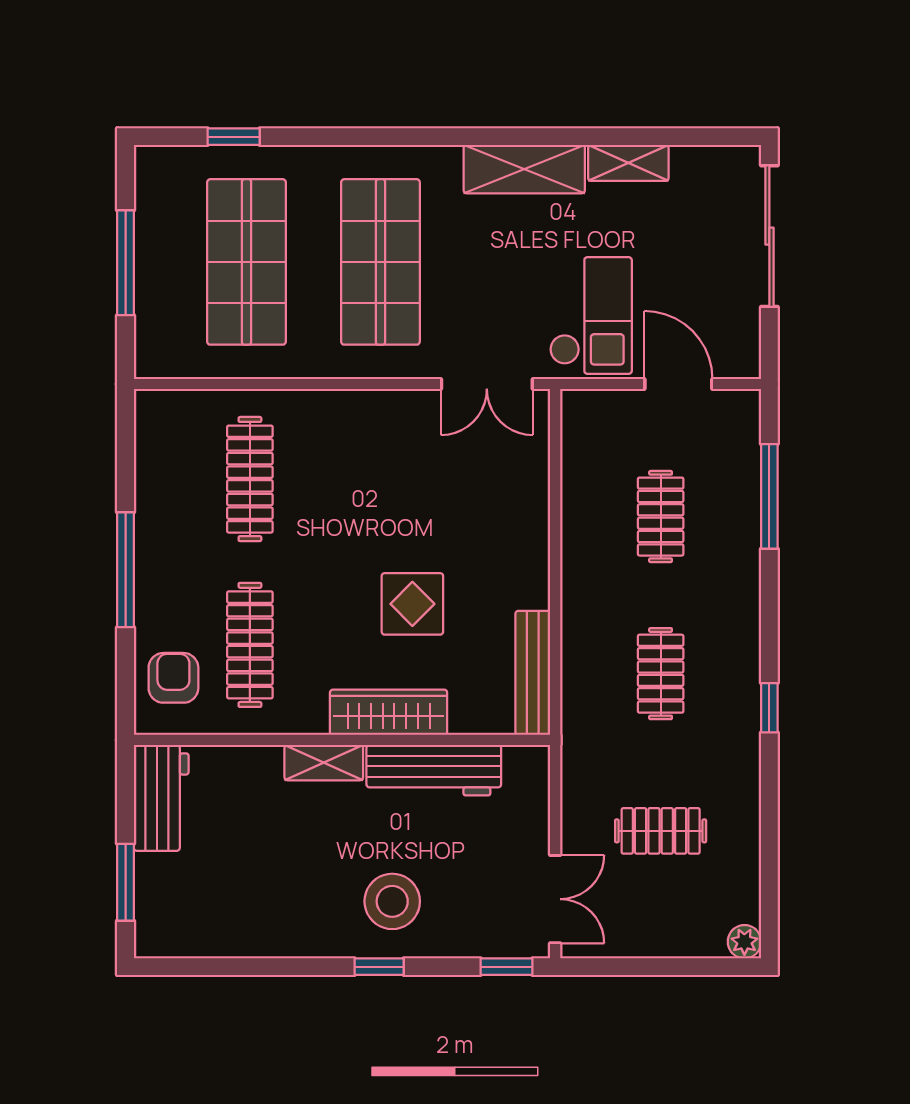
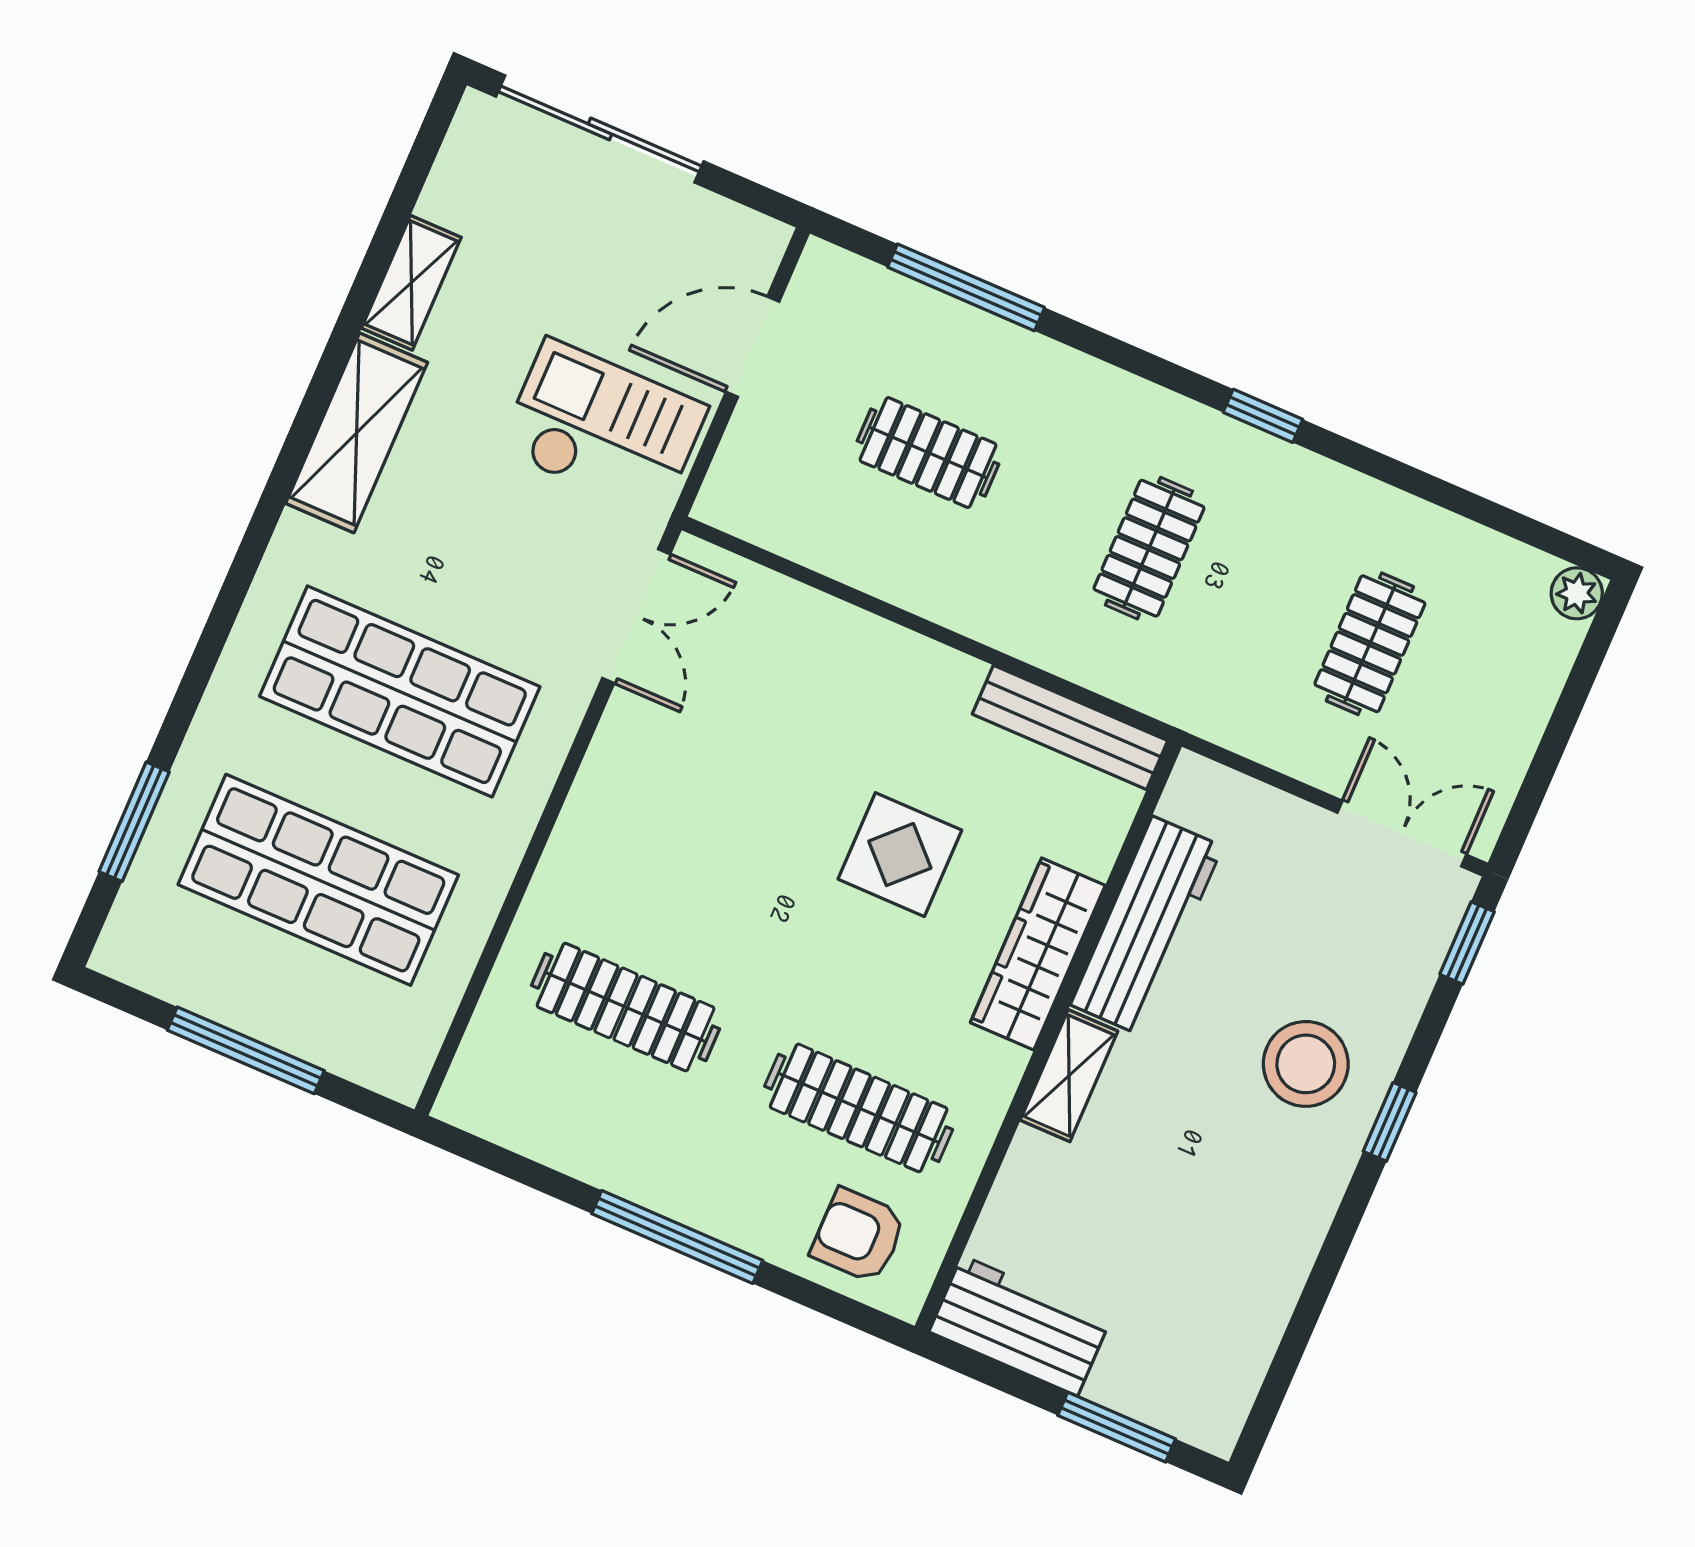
window: (234, 137) -> (134, 822), width x1.50
clothes rail: (661, 674) -> (1149, 548), turned 90

